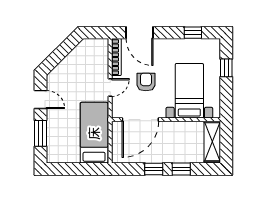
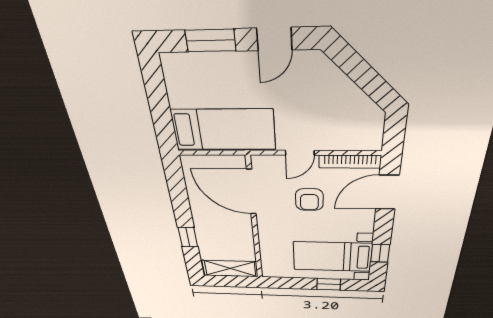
armchair: (146, 82) -> (309, 200), turned 90
door: (110, 87) -> (300, 153), hinge flipped
bed with nightstands: (189, 91) -> (332, 257), moved, turned 180
window: (154, 169) -> (181, 207), removed

